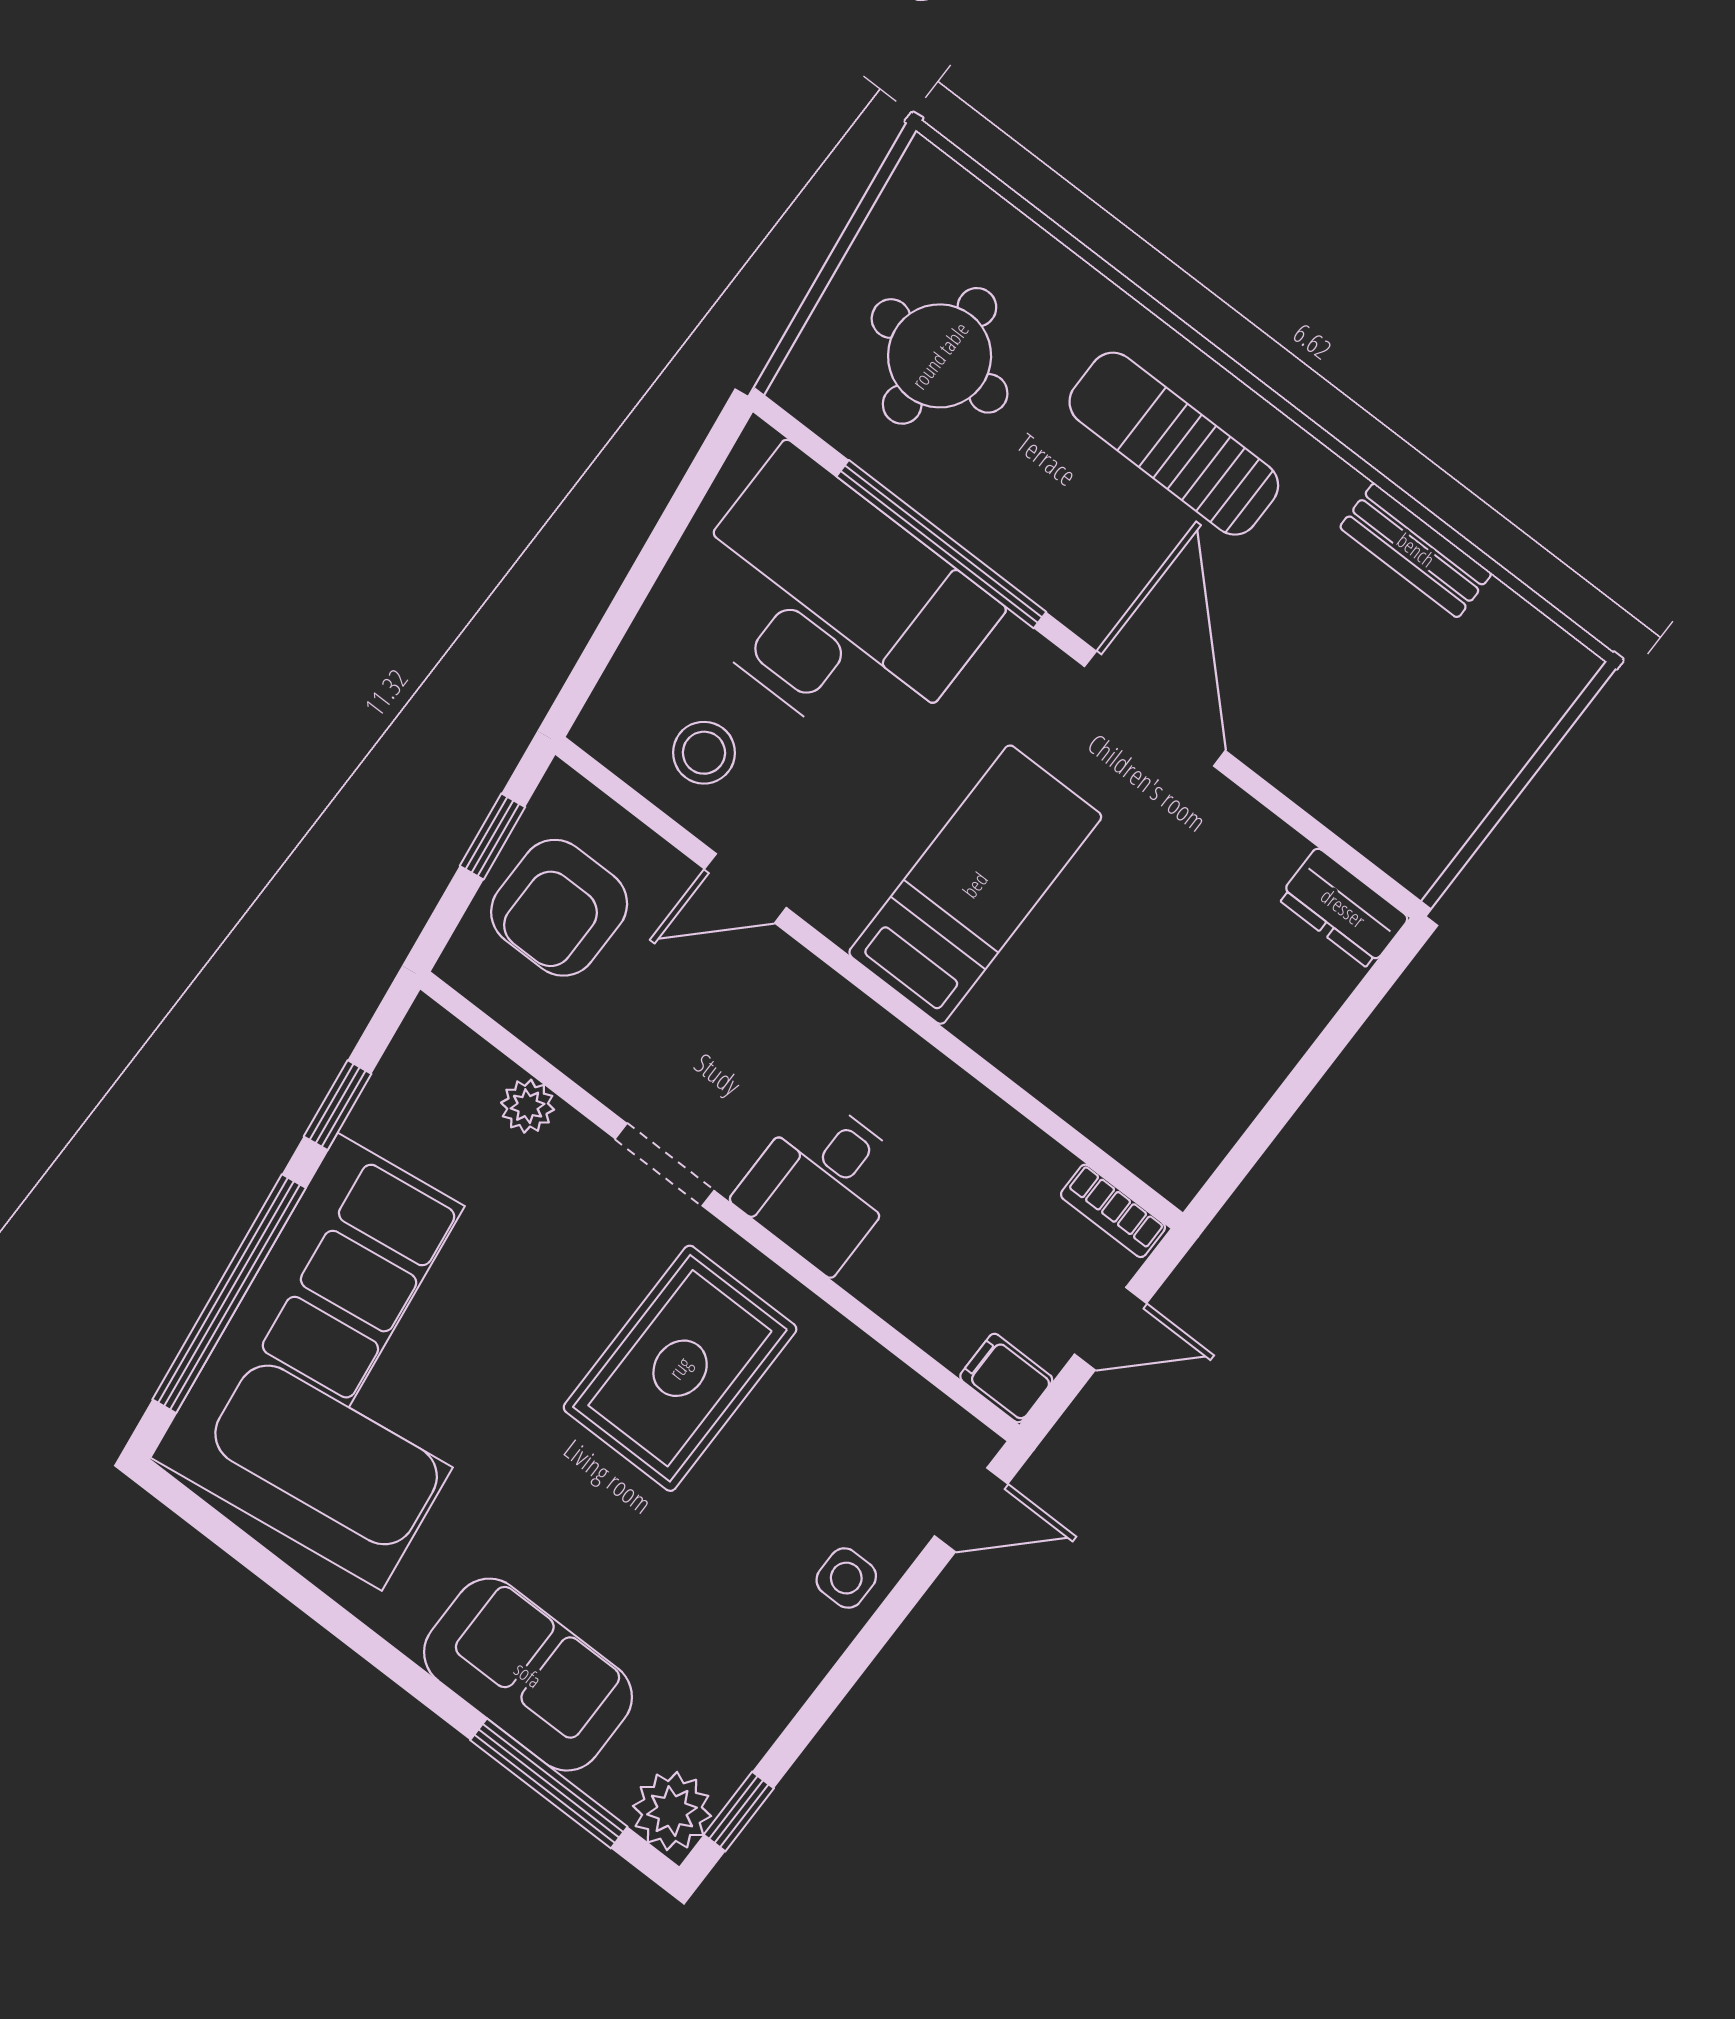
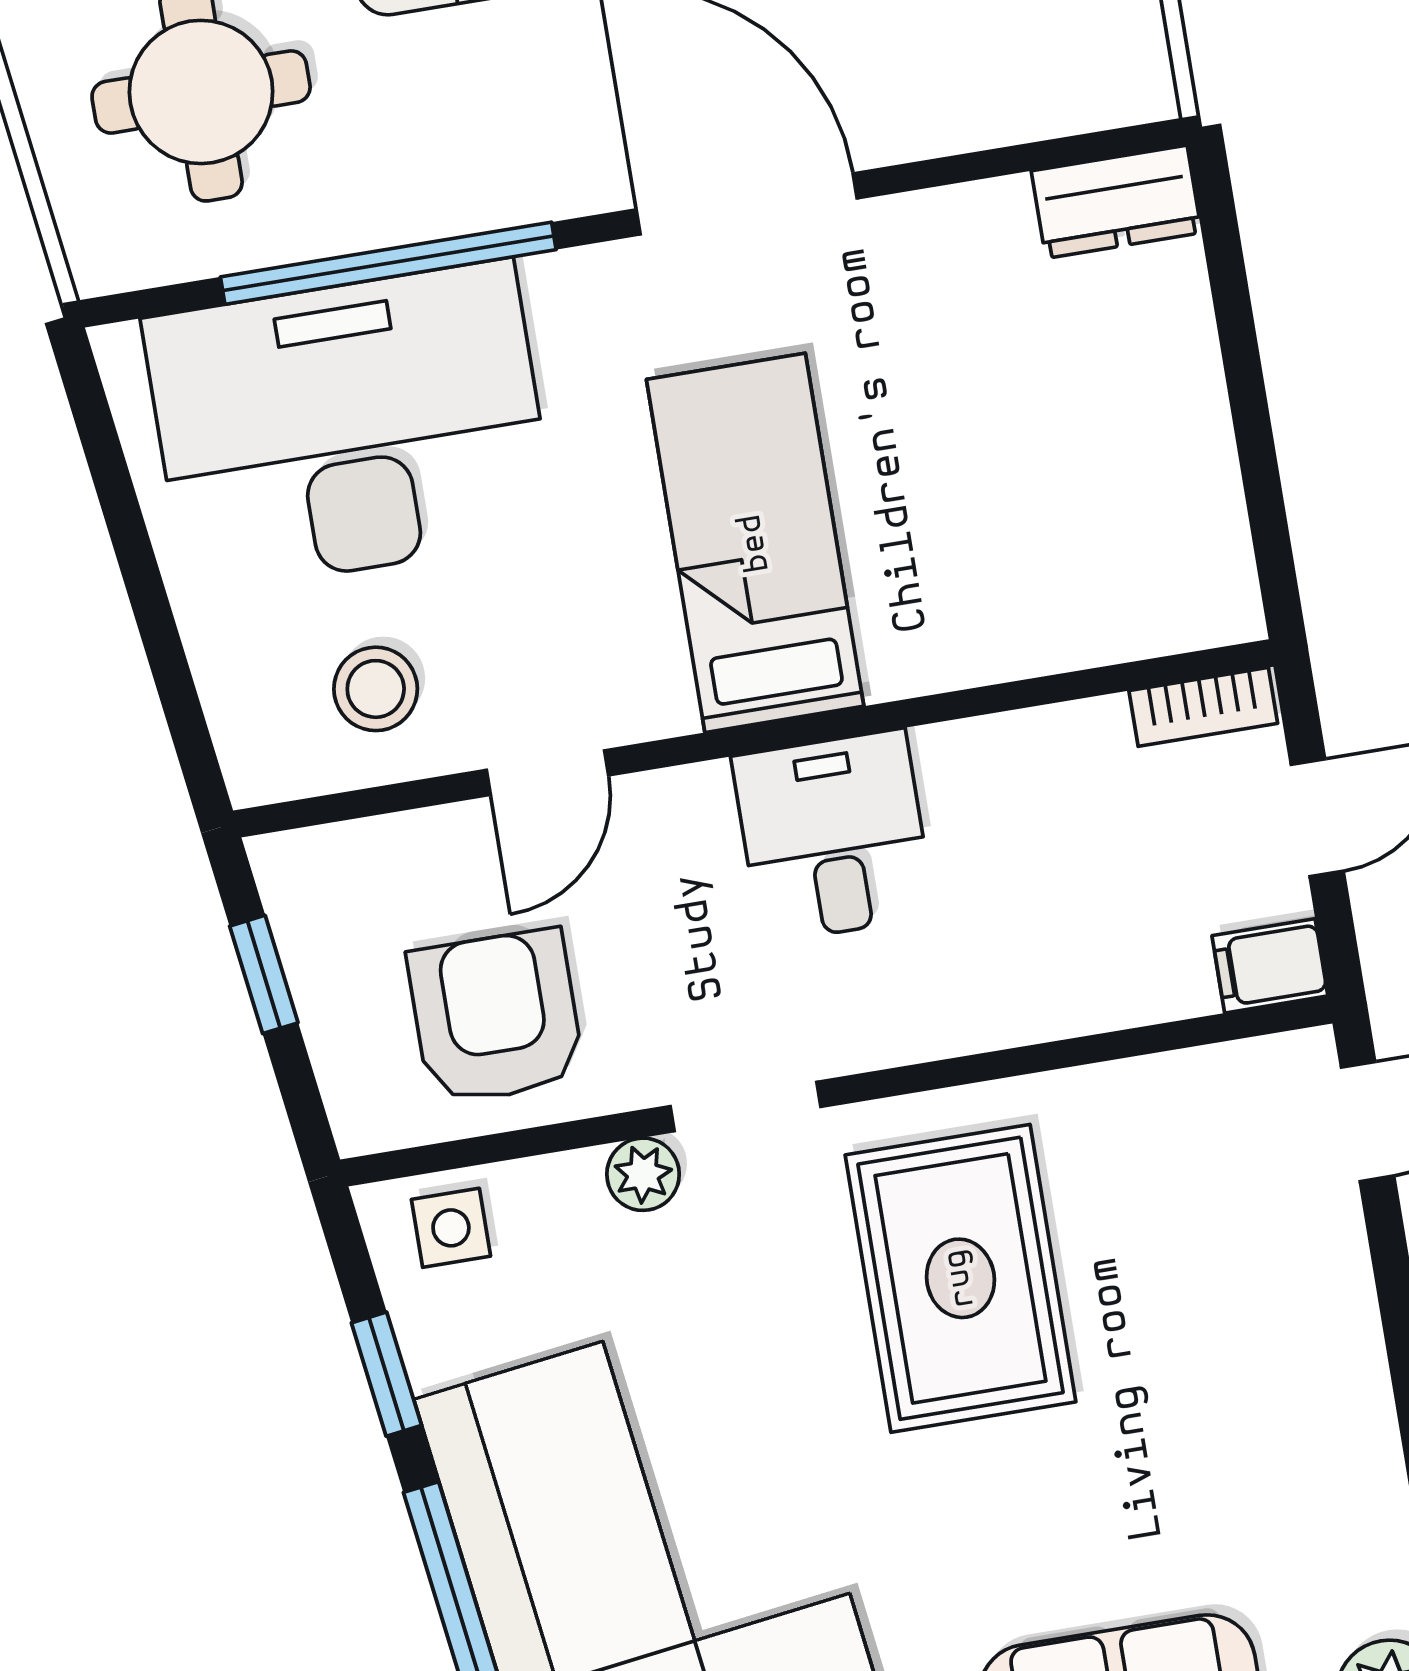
armchair: (559, 908) -> (496, 1017), moved, turned 180
plant: (528, 1106) -> (643, 1174), moved
desk: (823, 1184) -> (833, 836), moved, turned 180
side table: (846, 1578) -> (451, 1228), moved

